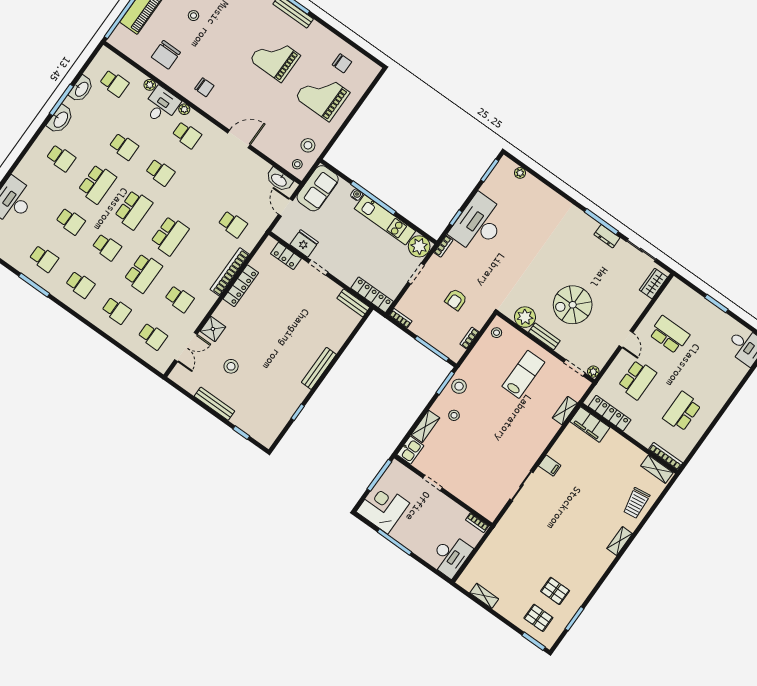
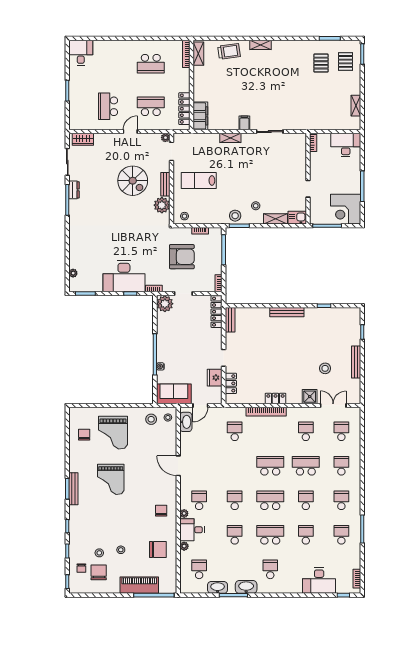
kitchen unit: (385, 220) -> (163, 337), removed
locker: (241, 286) -> (275, 398), width x0.66
armchair: (456, 300) -> (182, 257), width x1.88, depth x1.88
shelving: (565, 411) -> (230, 138), moved

